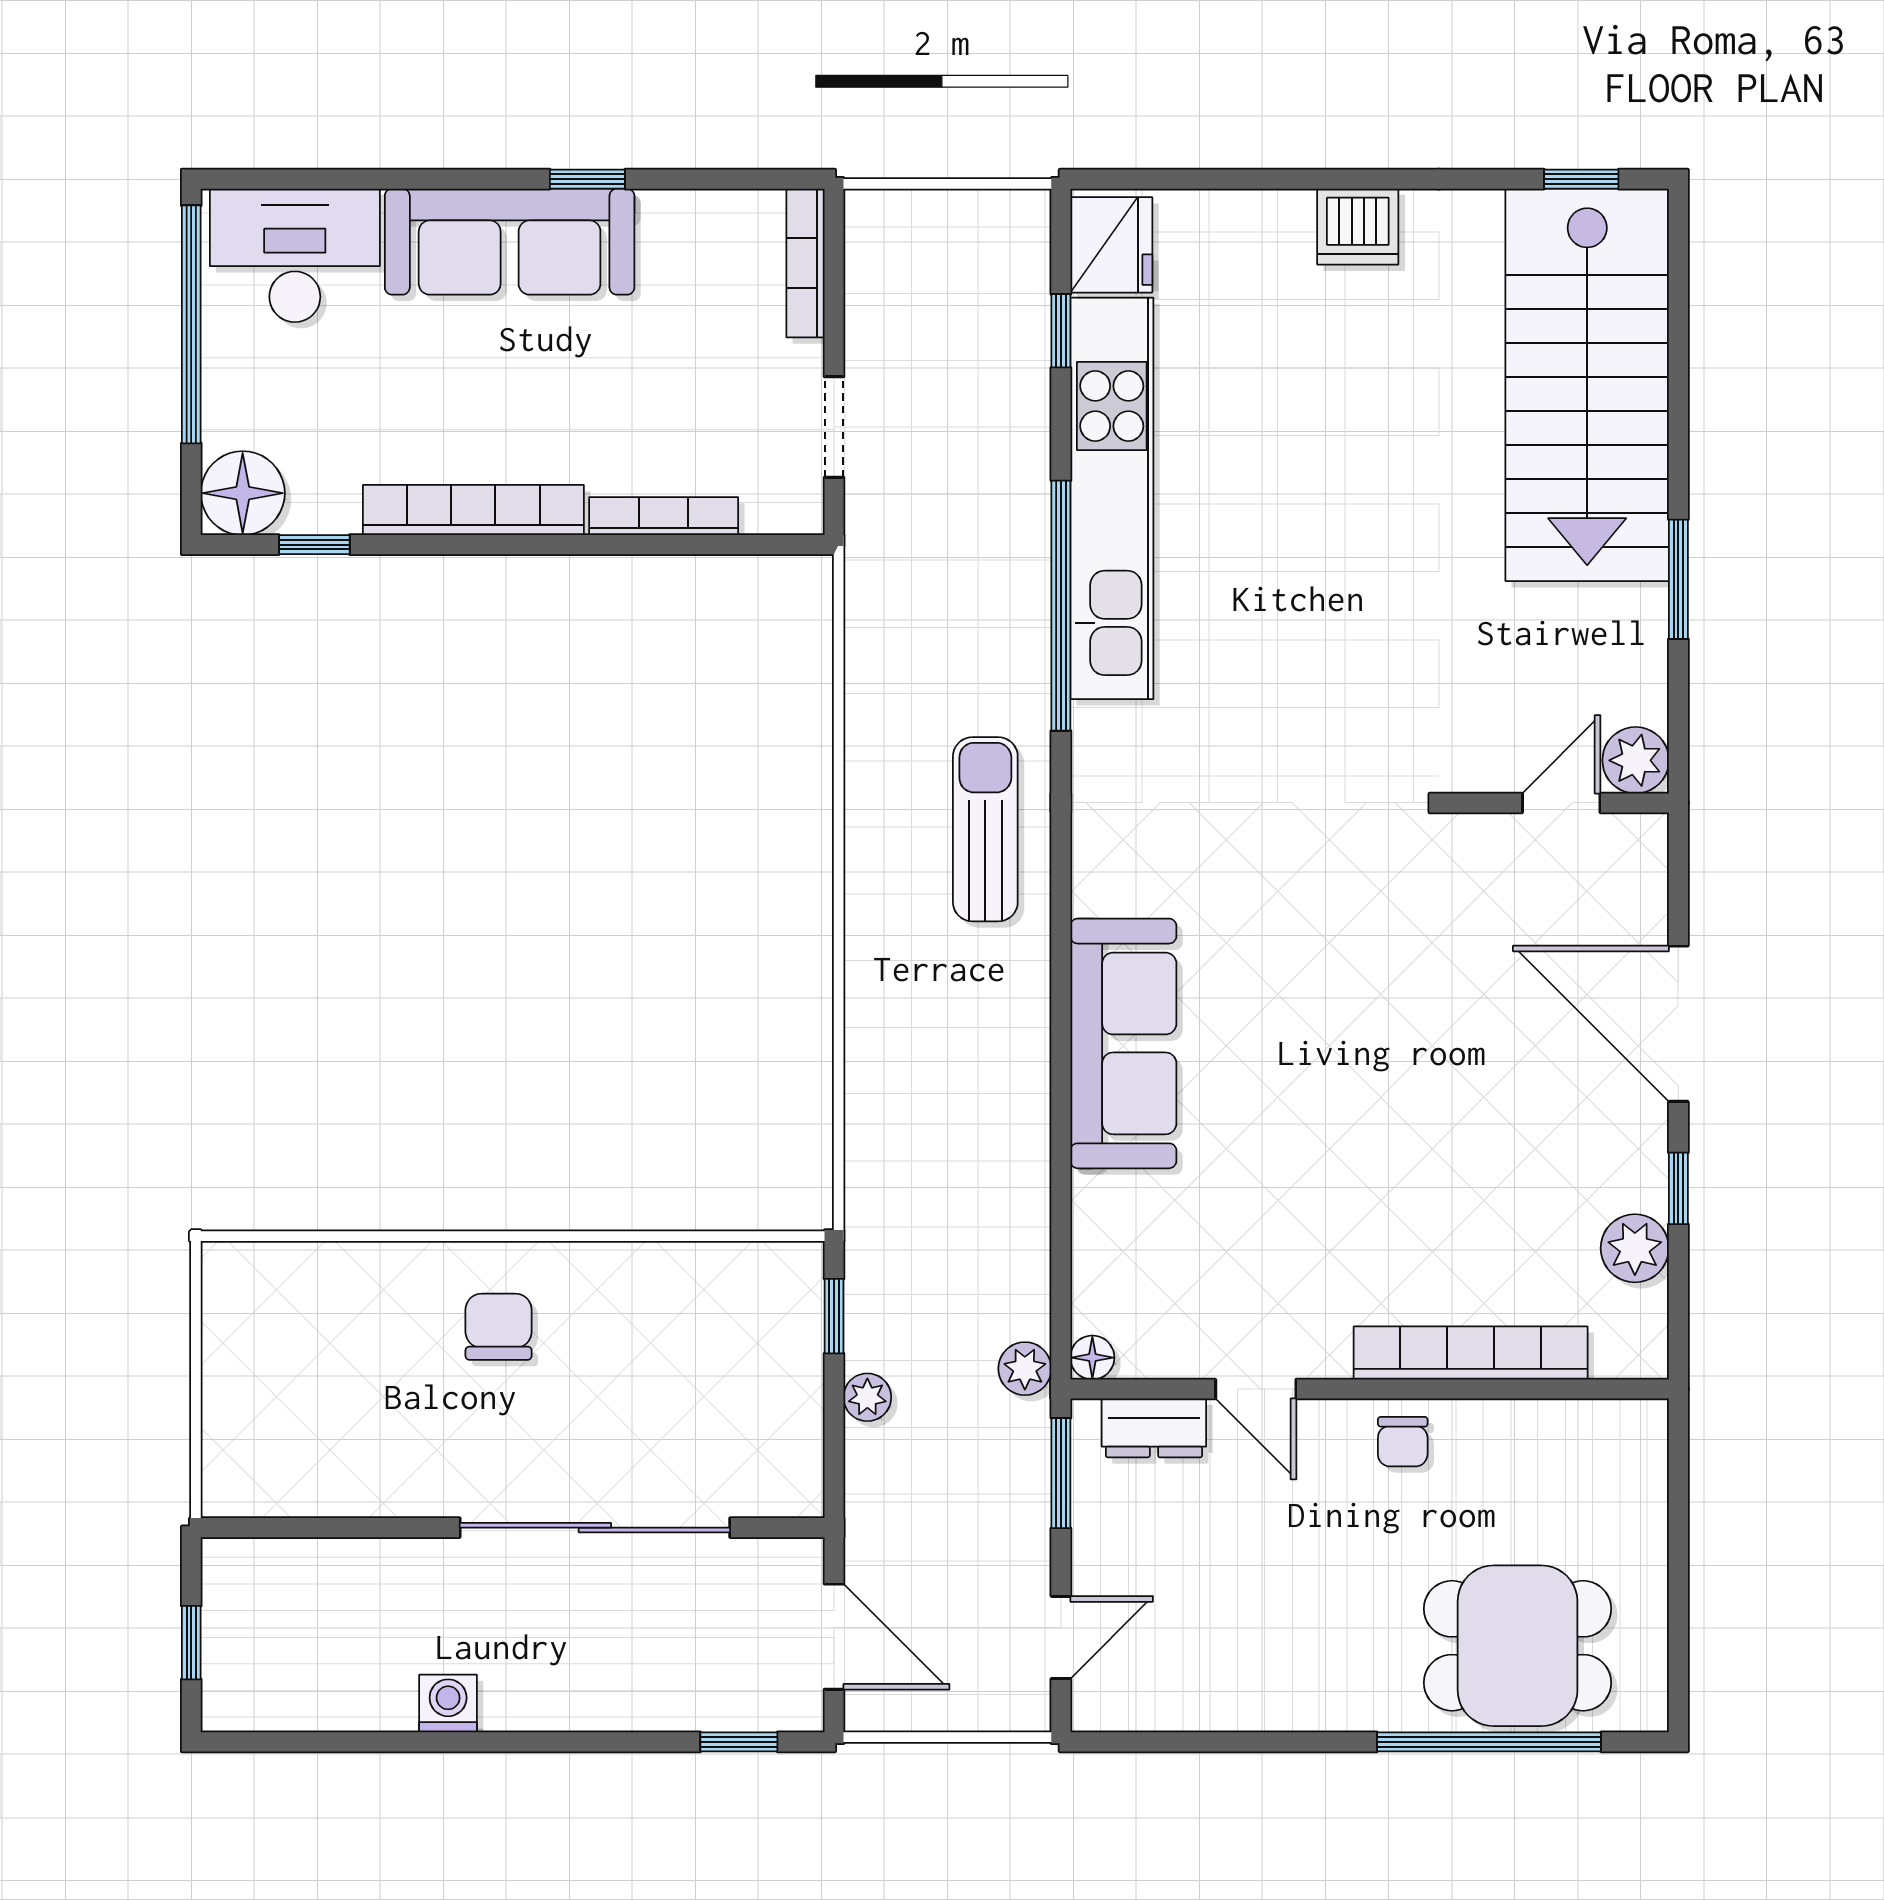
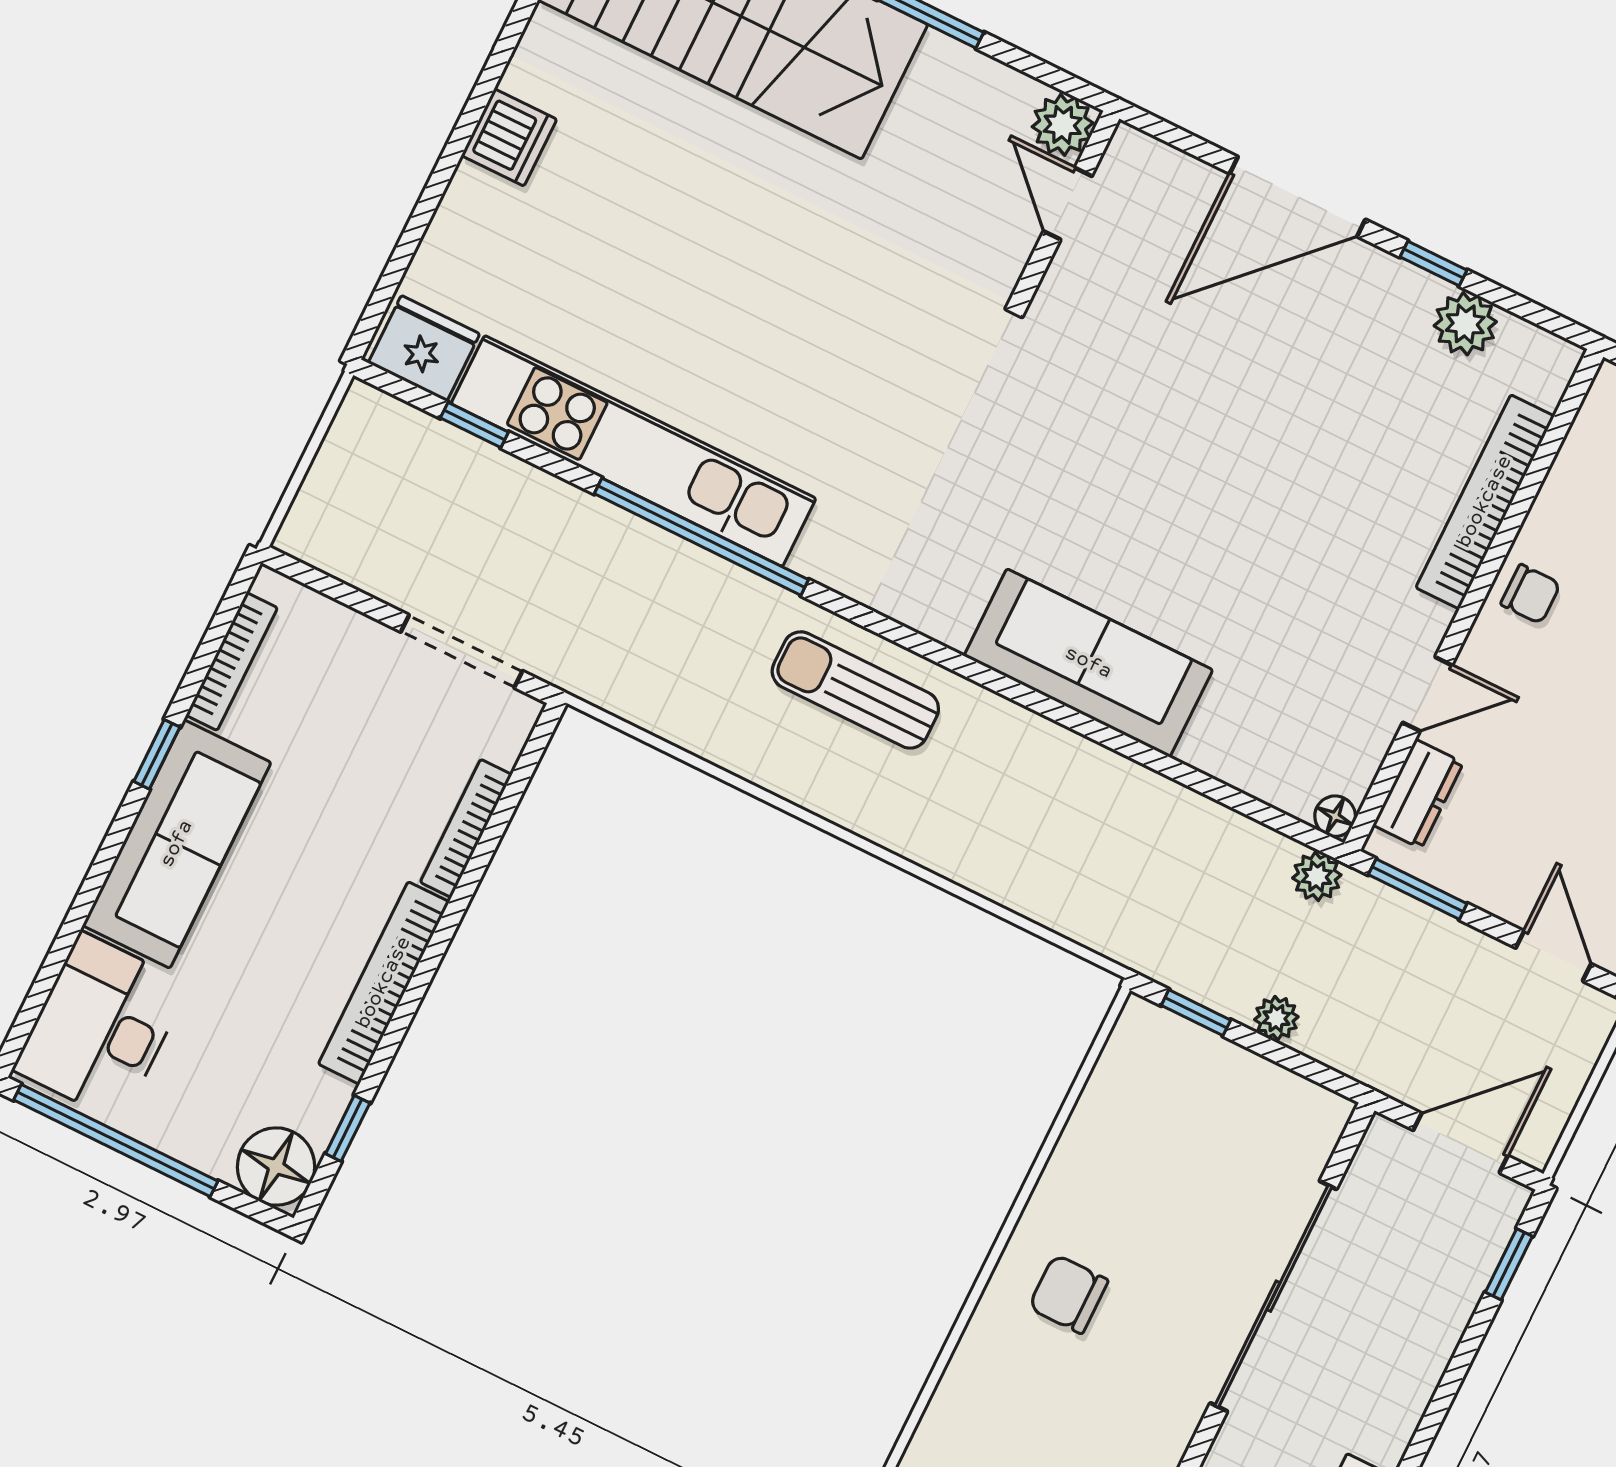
bookcase: (805, 263) -> (232, 662), moved, turned -90
doorway: (834, 427) -> (462, 651), width x1.38

